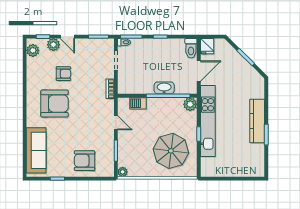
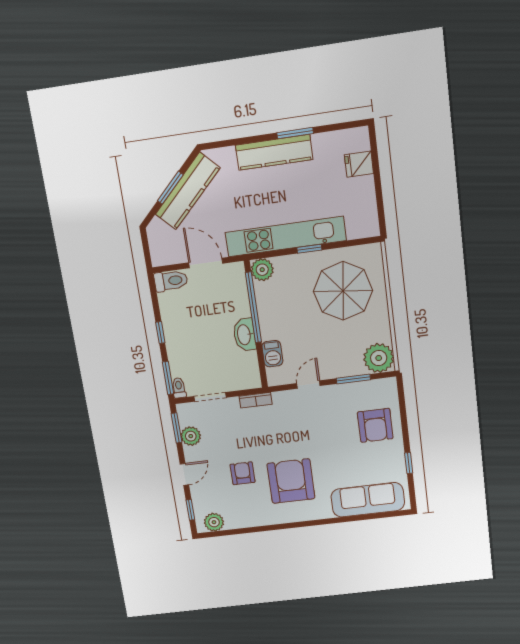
plant: (53, 45) -> (191, 436), moved
fridge: (207, 46) -> (359, 164), moved, turned 180
kitchen counter: (242, 67) -> (188, 191), added
washbasin: (164, 88) -> (244, 335), moved
plant: (123, 172) -> (379, 358), width x1.87, depth x1.87

